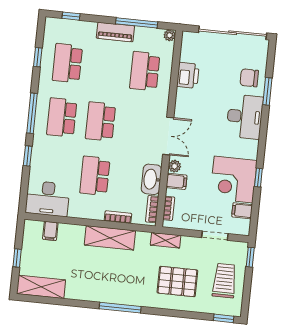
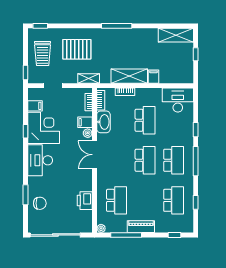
desk: (245, 117) -> (40, 160), moved
filing cabinet: (50, 231) -> (153, 77), moved

